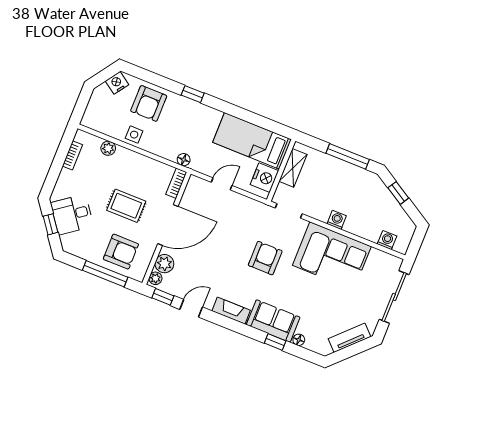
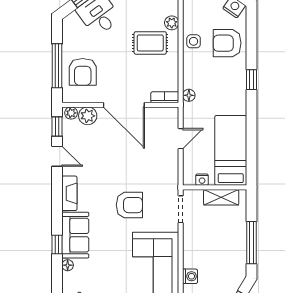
nightstand: (264, 178) -> (202, 180), width x0.53, depth x0.56
door: (222, 184) -> (181, 139), hinge flipped
rug: (126, 206) -> (150, 43), moved, turned 90
washing machine: (337, 220) -> (190, 276), moved

